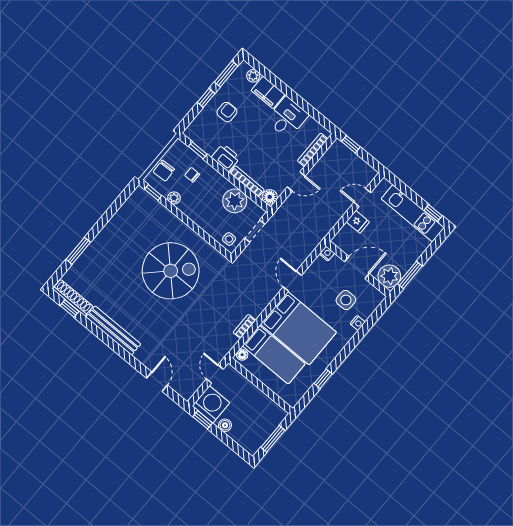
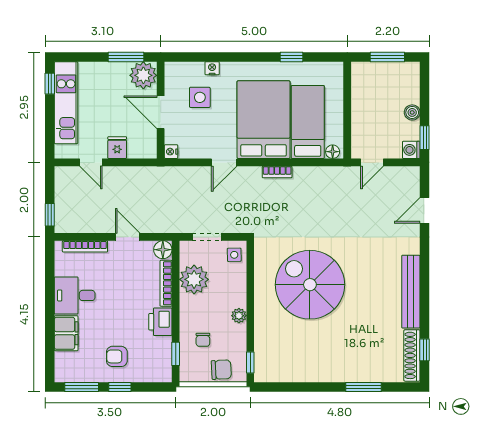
plant: (253, 76) -> (62, 360), removed
plant: (174, 198) -> (239, 316), moved
bookcase: (244, 326) -> (277, 172), moved
washing machine: (211, 404) -> (411, 150), width x0.53, depth x0.53

